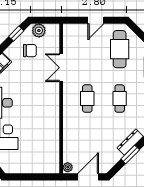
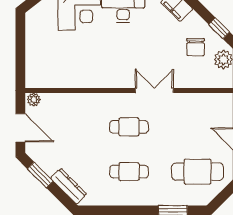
double door: (61, 68) -> (154, 90), moved
window: (130, 154) -> (40, 175), moved

